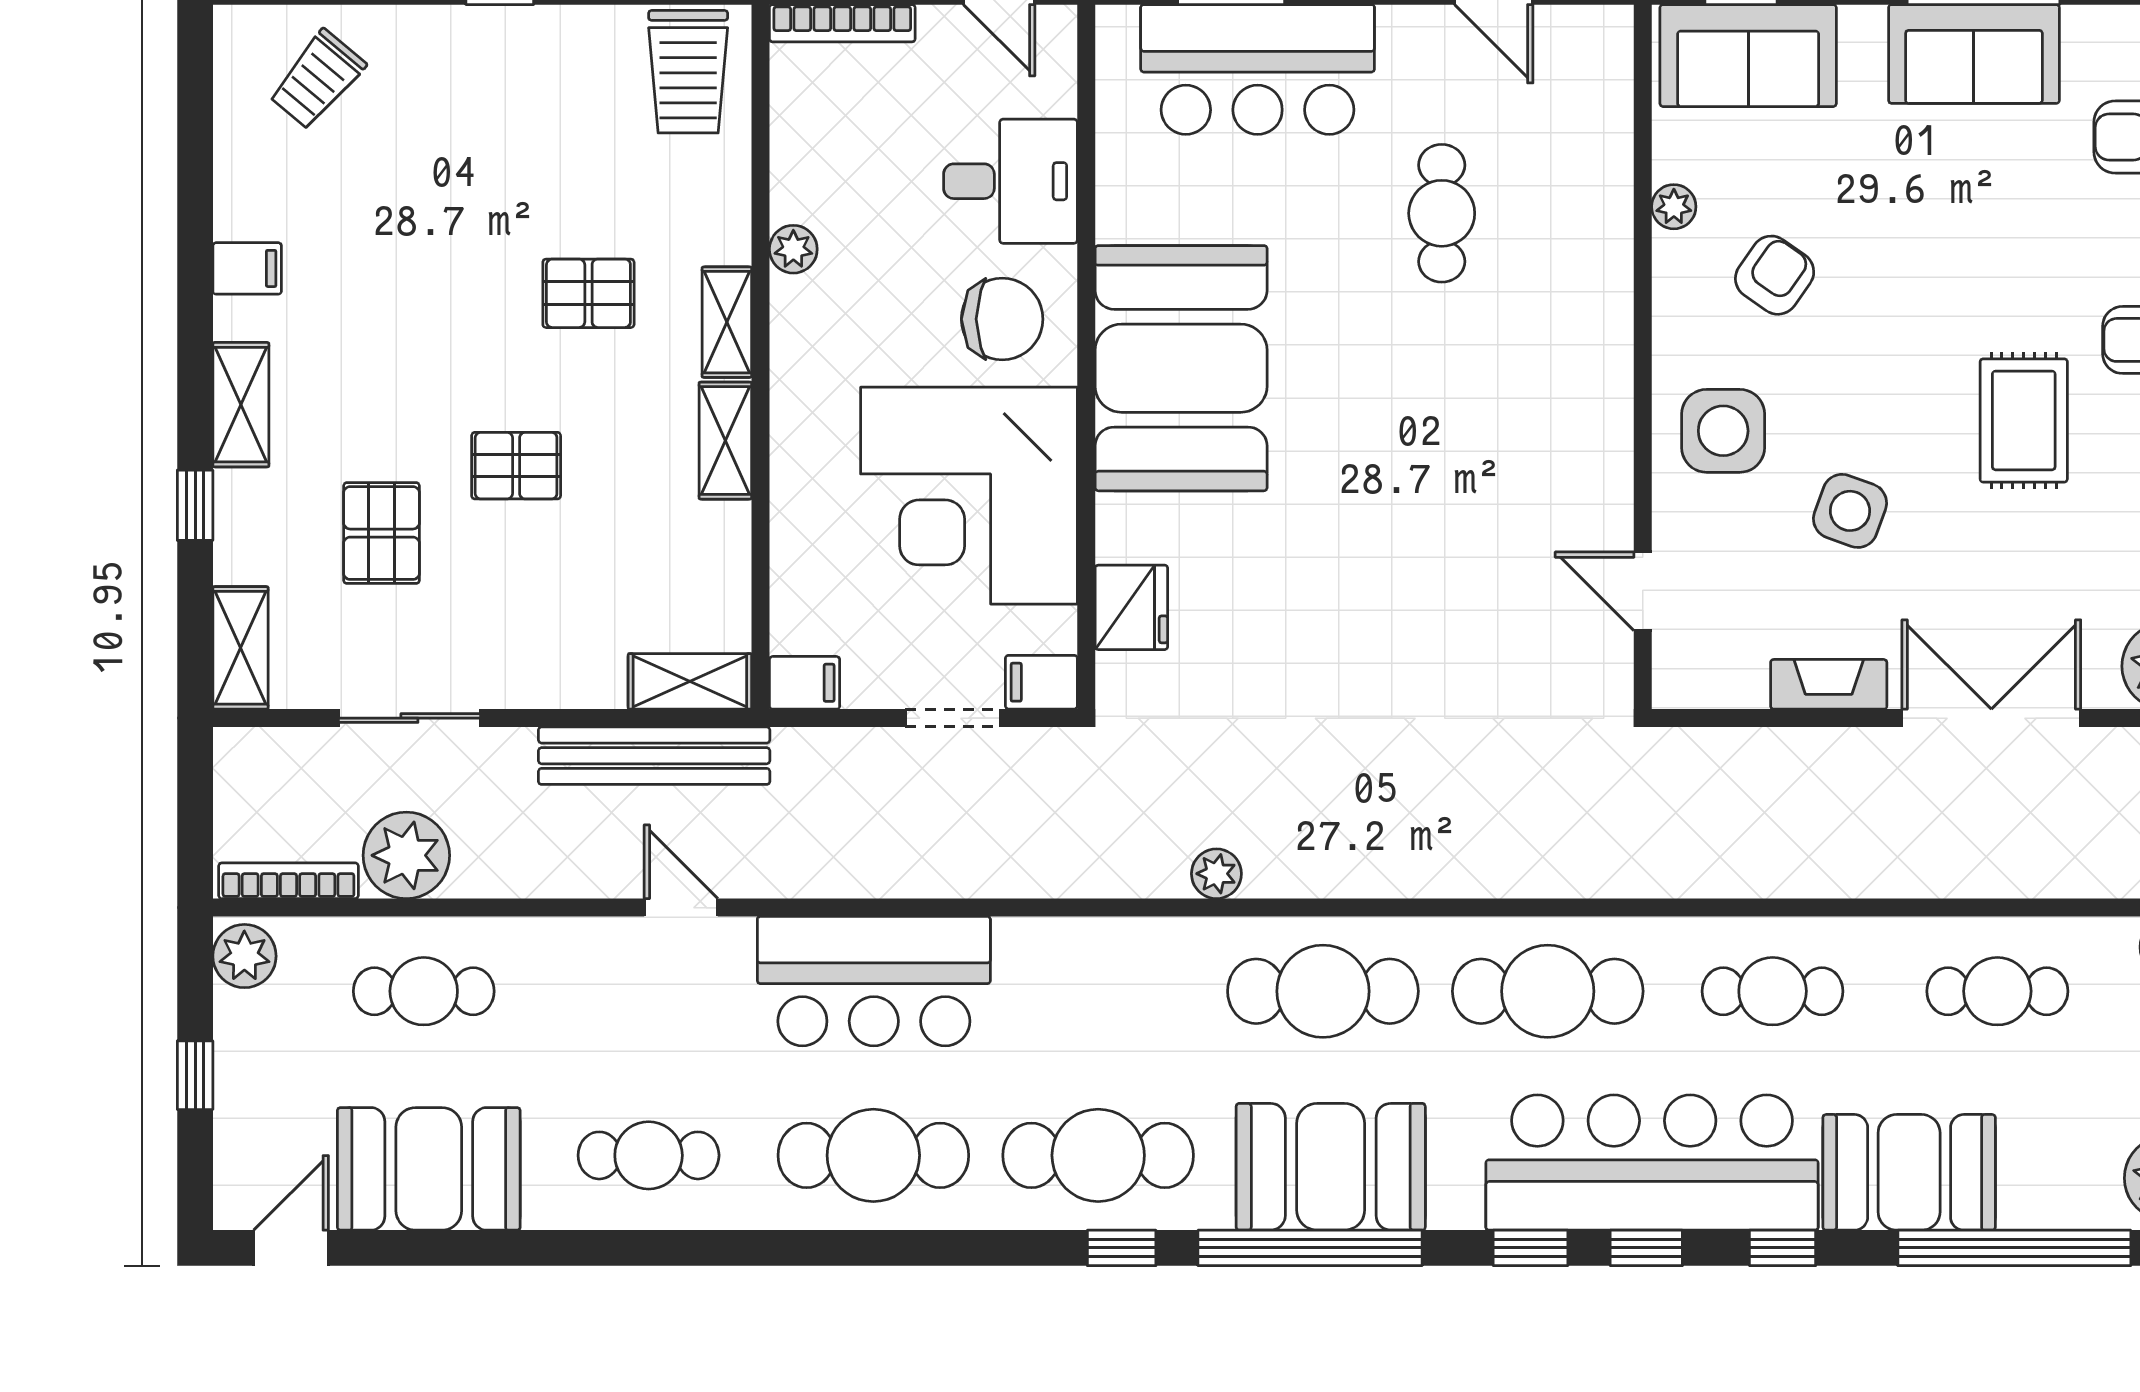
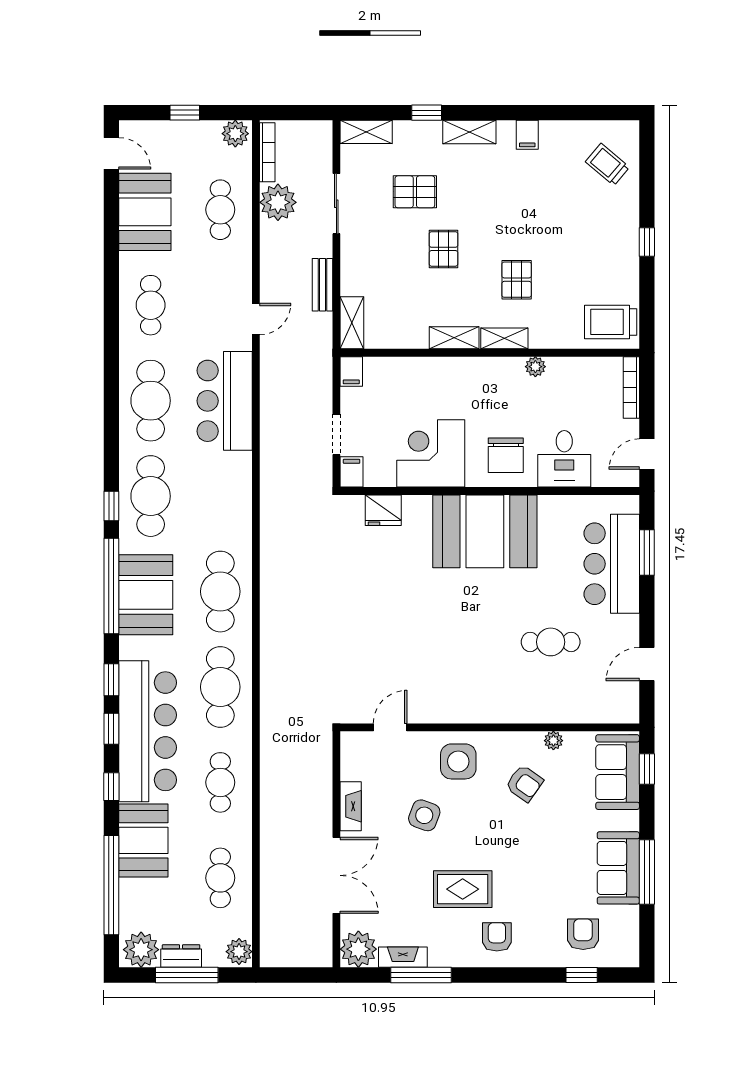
corner desk: (969, 496) -> (431, 453), width x0.74, depth x0.74
bench: (654, 756) -> (322, 285), width x0.54, depth x0.82
plant: (1216, 874) -> (270, 546), removed

